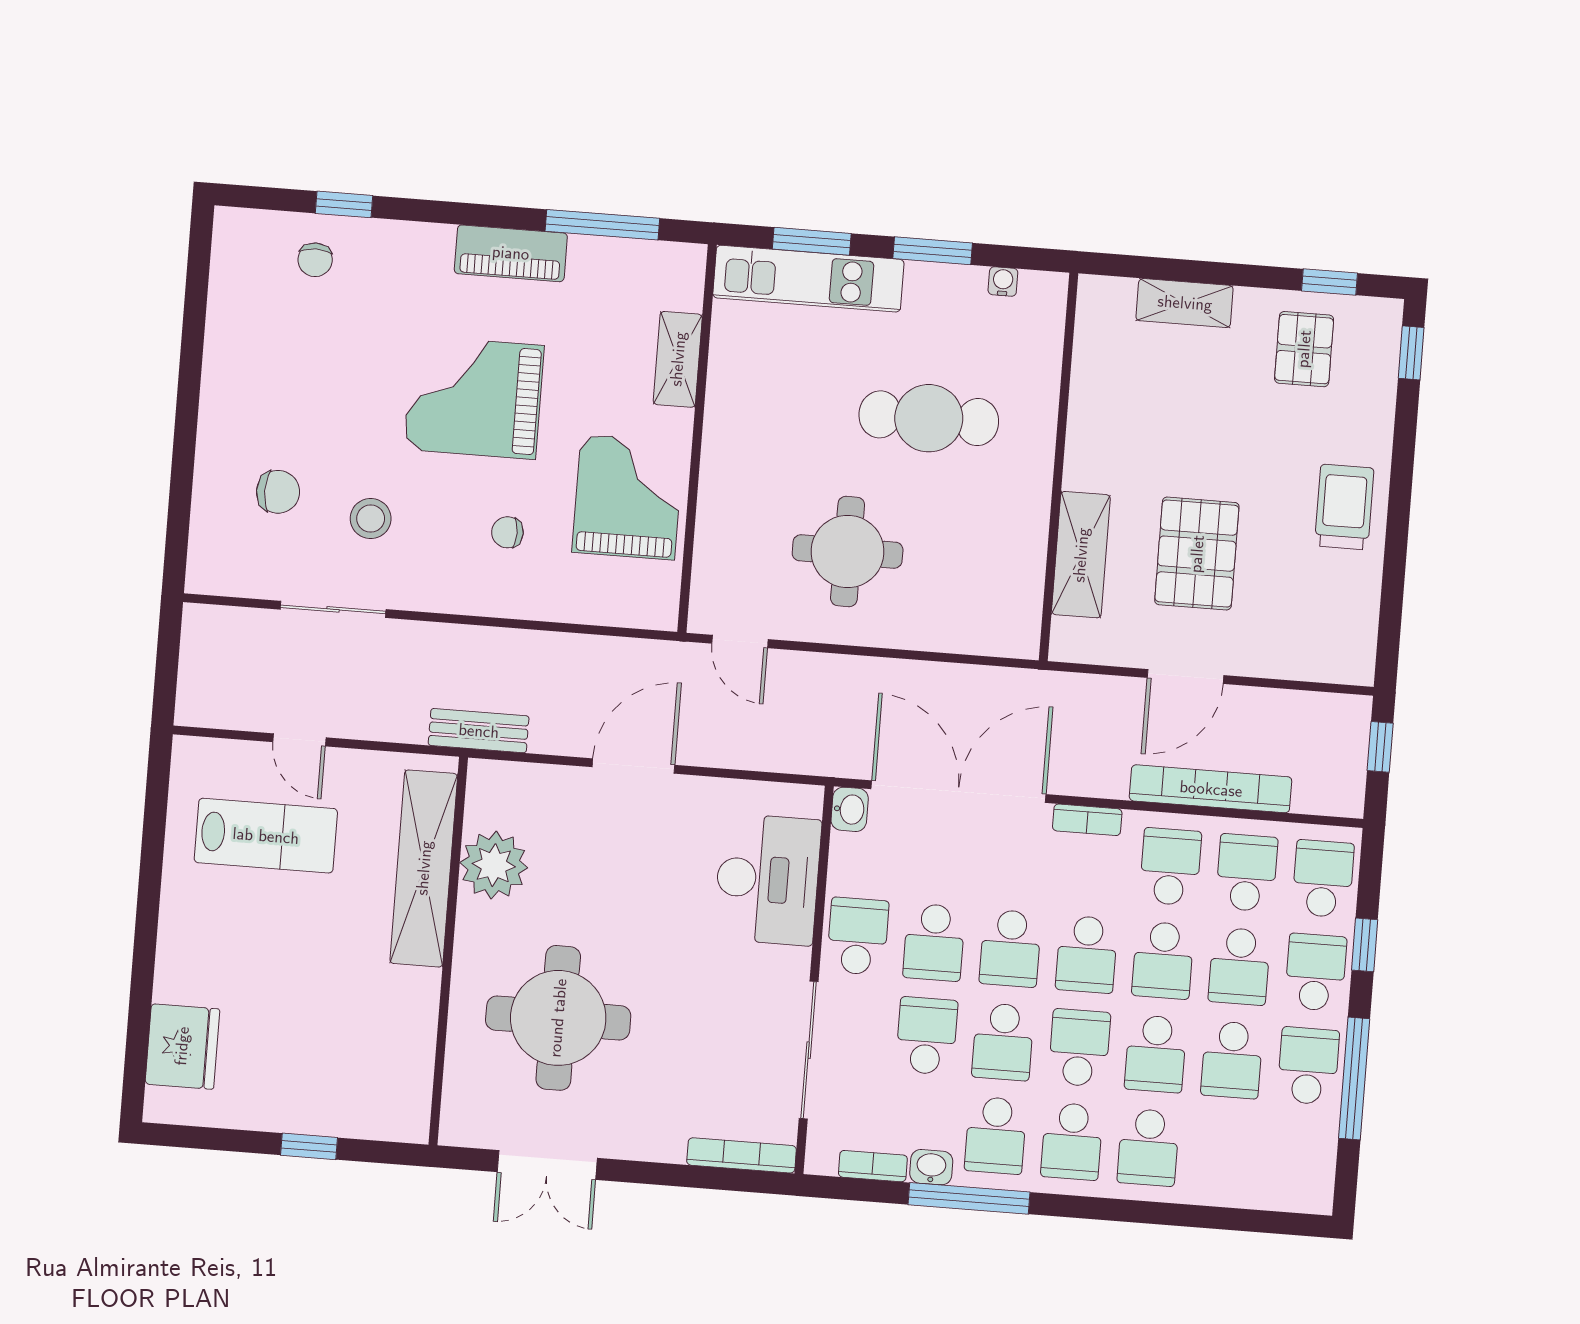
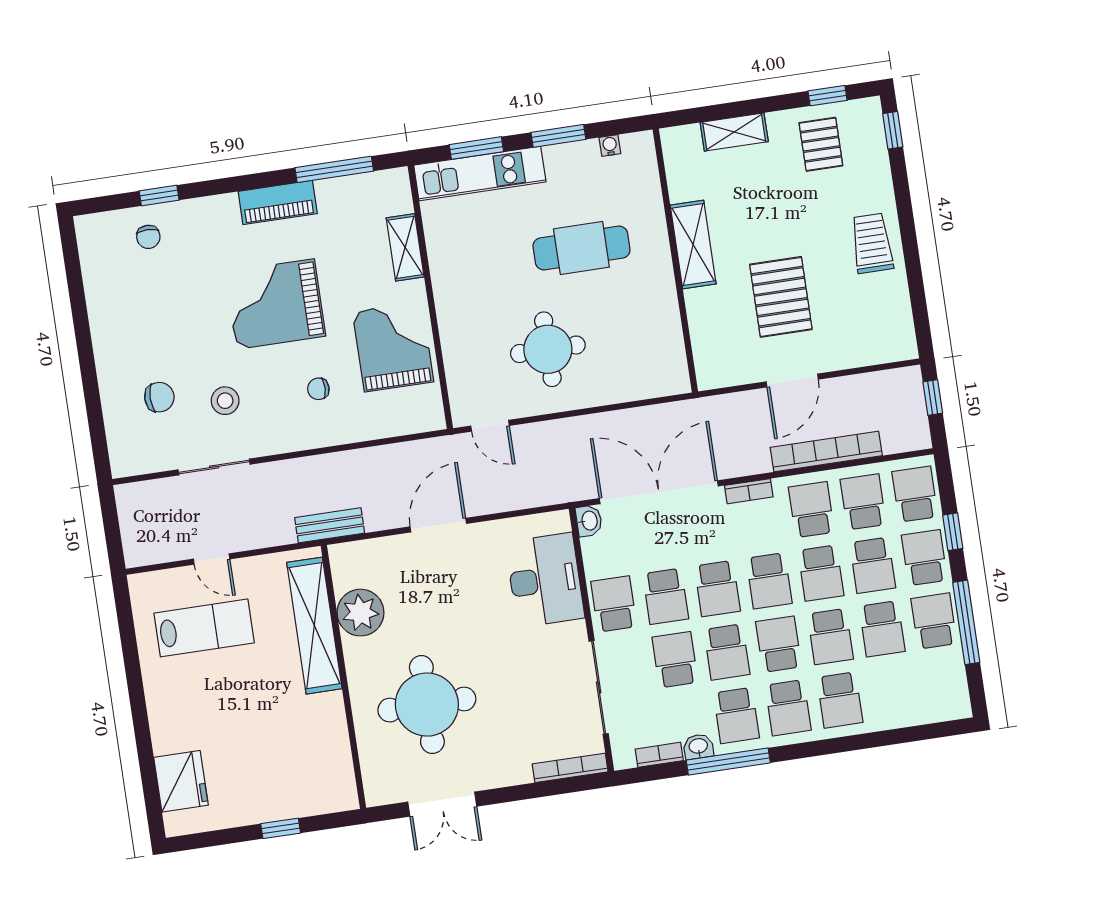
shelving: (1081, 555) -> (693, 245), moved

